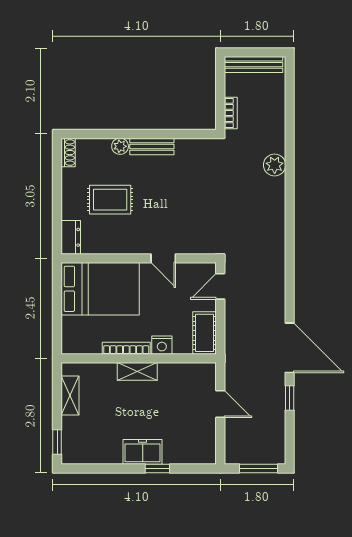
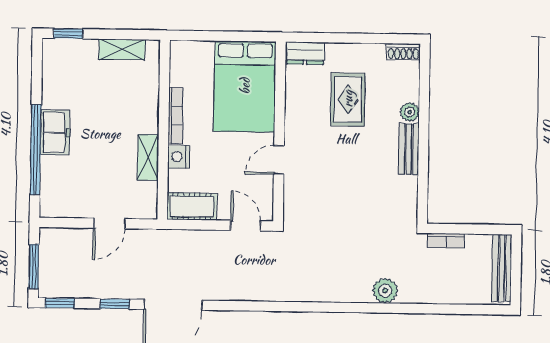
shelving: (137, 371) -> (148, 157), moved
window: (290, 446) -> (60, 303), added
window: (157, 469) -> (36, 150), width x3.17

